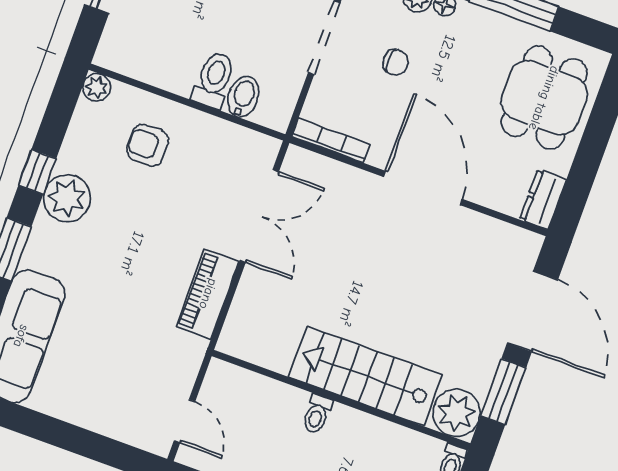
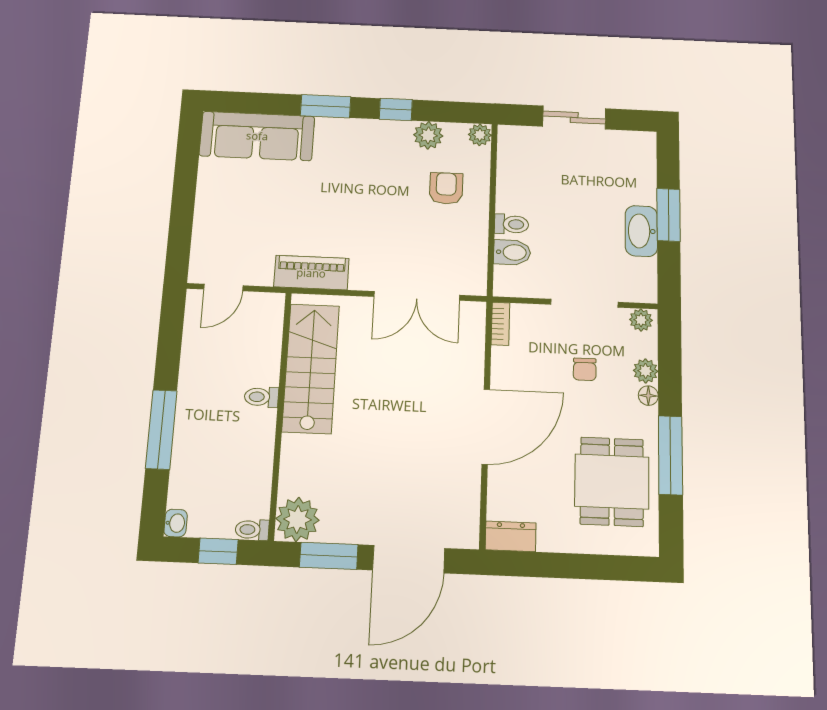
toilet: (214, 80) -> (511, 224), width x0.73, depth x0.72
dining table: (544, 98) -> (612, 482), moved, turned 90
bookcase: (331, 141) -> (500, 324), width x0.64
plant: (67, 198) -> (428, 135), moved, width x0.73, depth x0.73
piano: (208, 294) -> (311, 273), moved
stairs: (365, 376) -> (311, 368), moved

